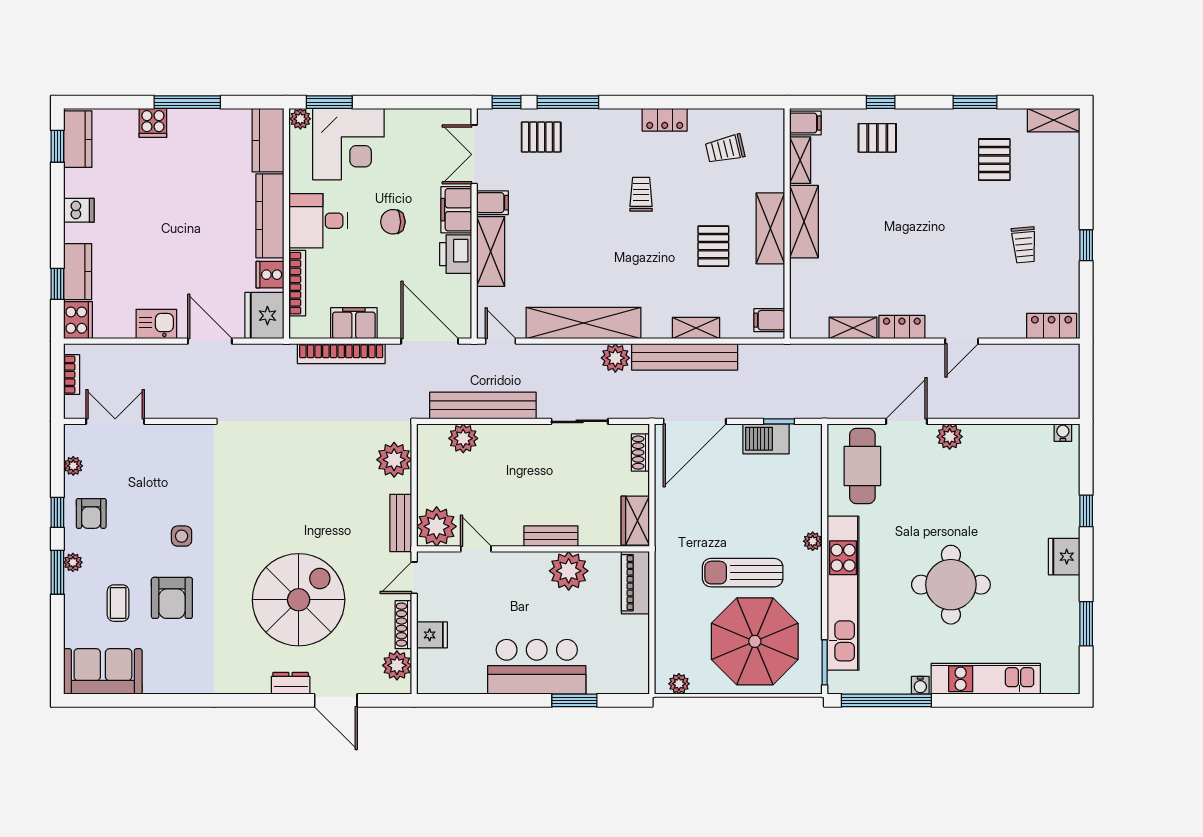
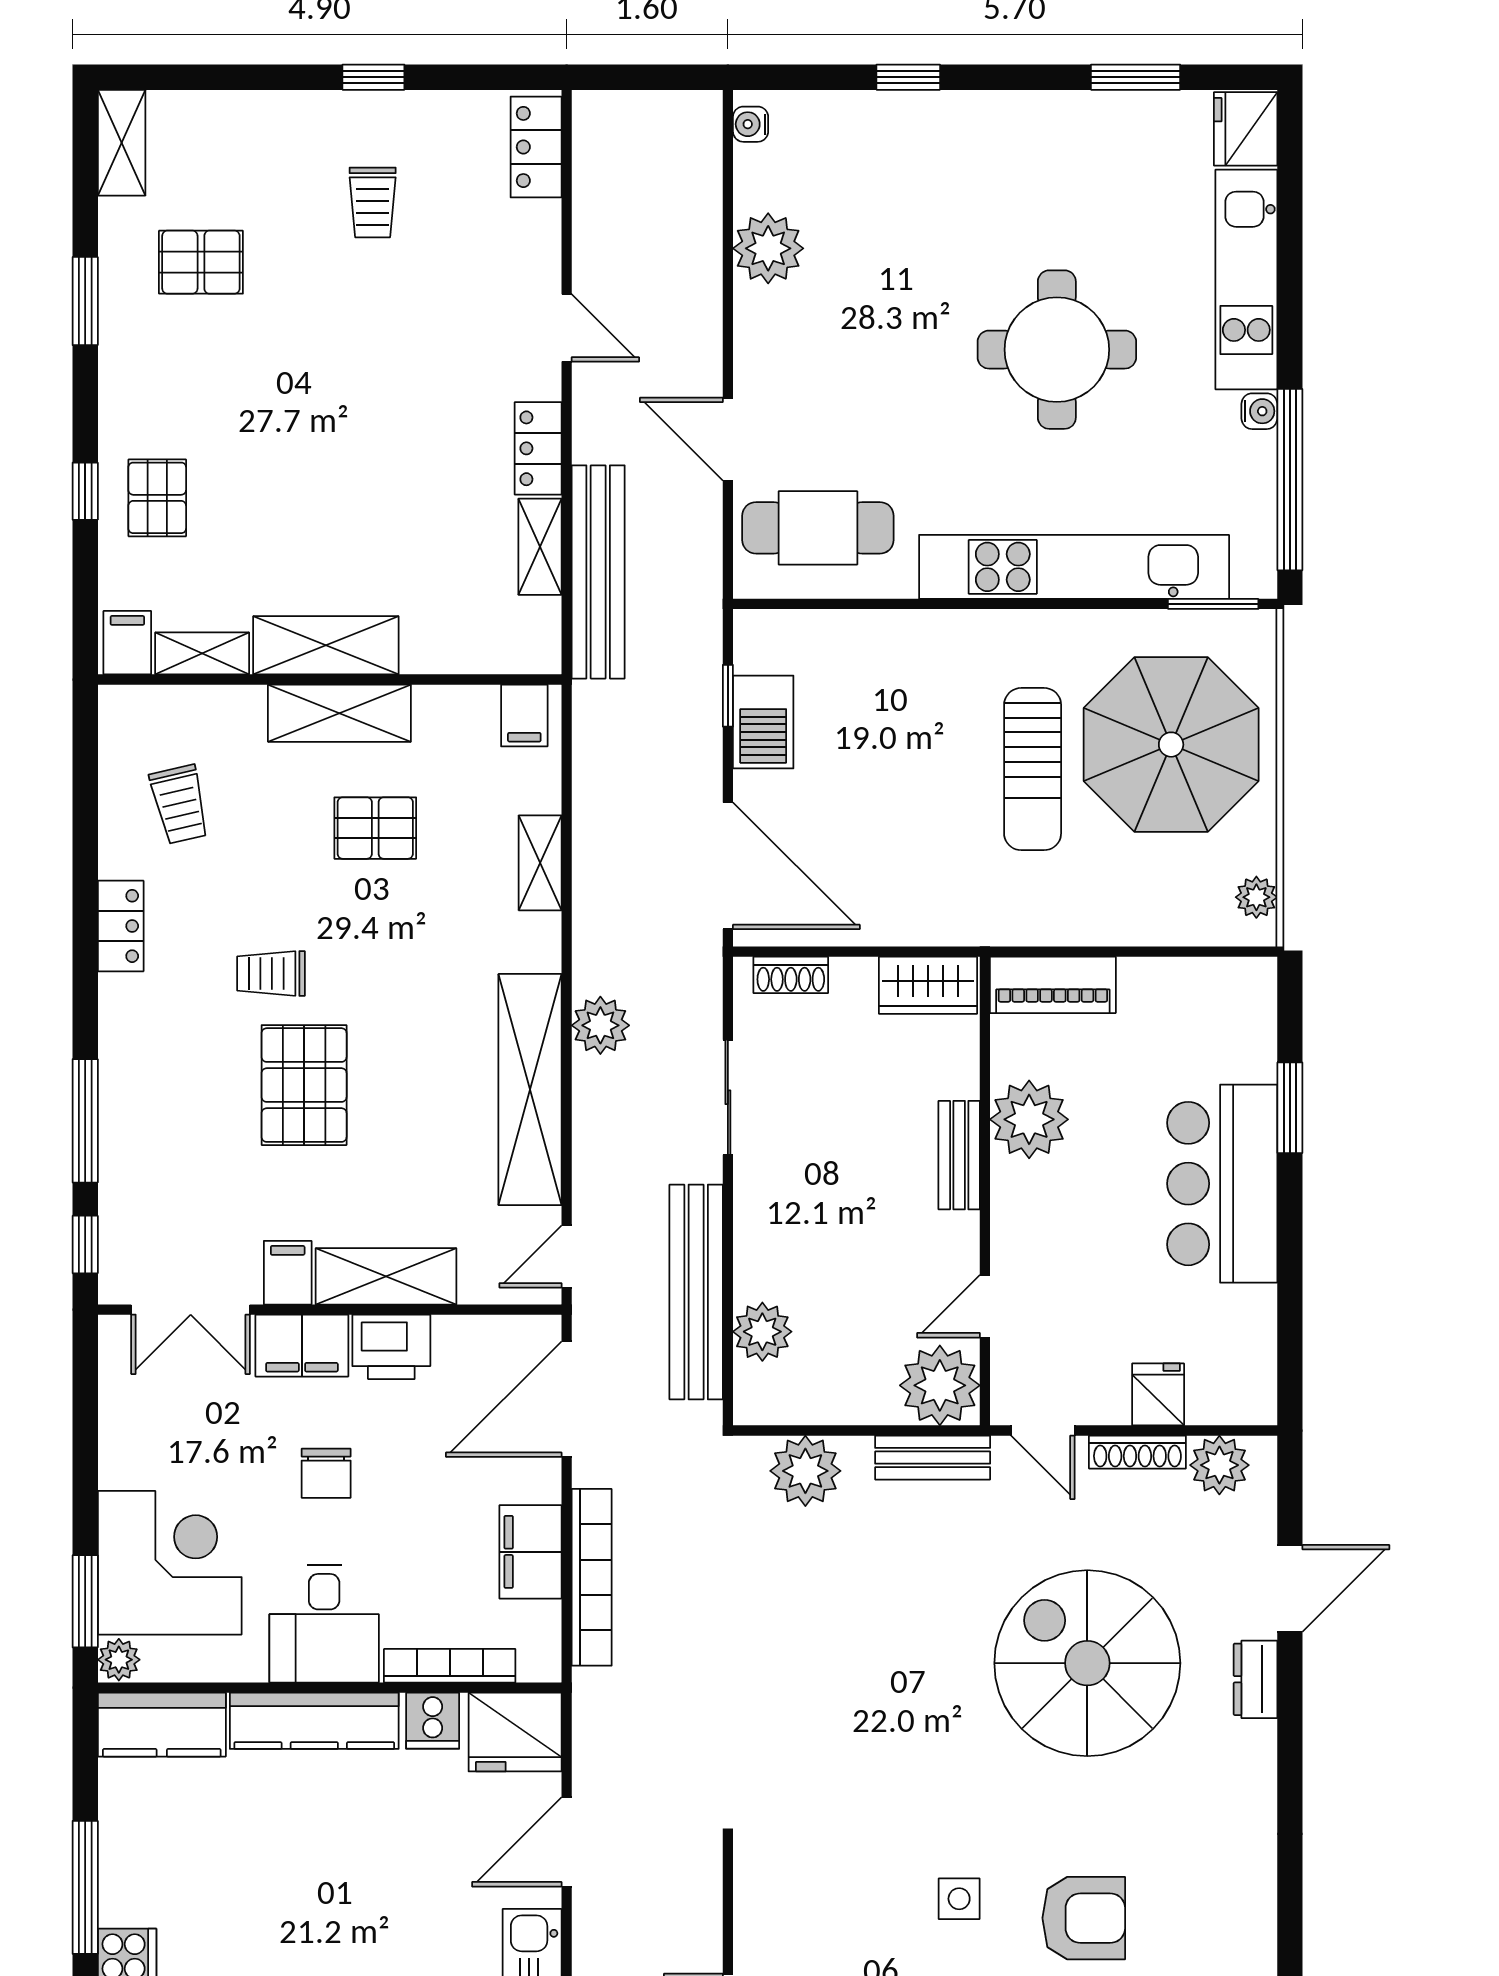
pallet: (541, 137) -> (304, 1085), moved, width x1.50, depth x1.42
trolley: (1024, 245) -> (373, 202), turned 95
bench: (685, 357) -> (598, 572), moved
plant: (950, 437) -> (768, 248), moved, width x1.36, depth x1.36
plant: (813, 541) -> (969, 628), removed
fridge: (1064, 557) -> (1246, 129), moved, turned 90

